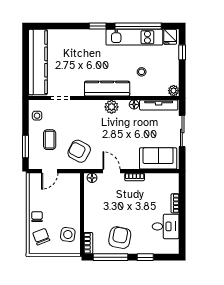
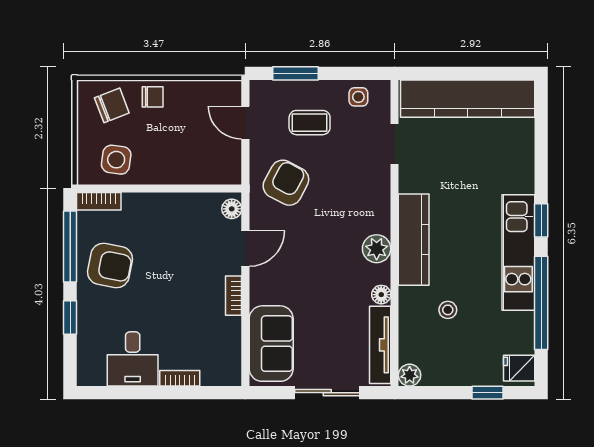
kitchen unit: (134, 37) -> (518, 252), moved

